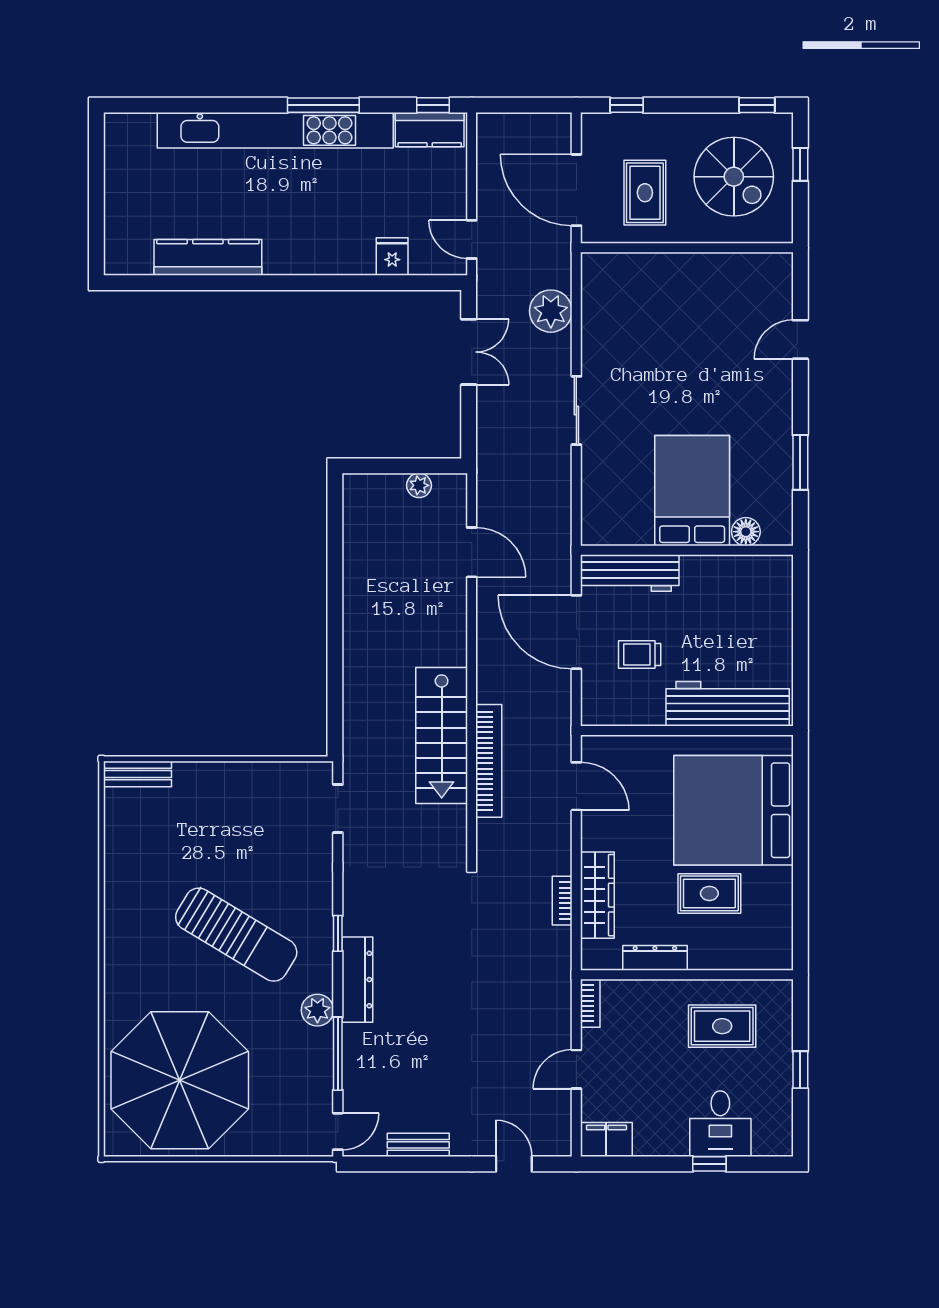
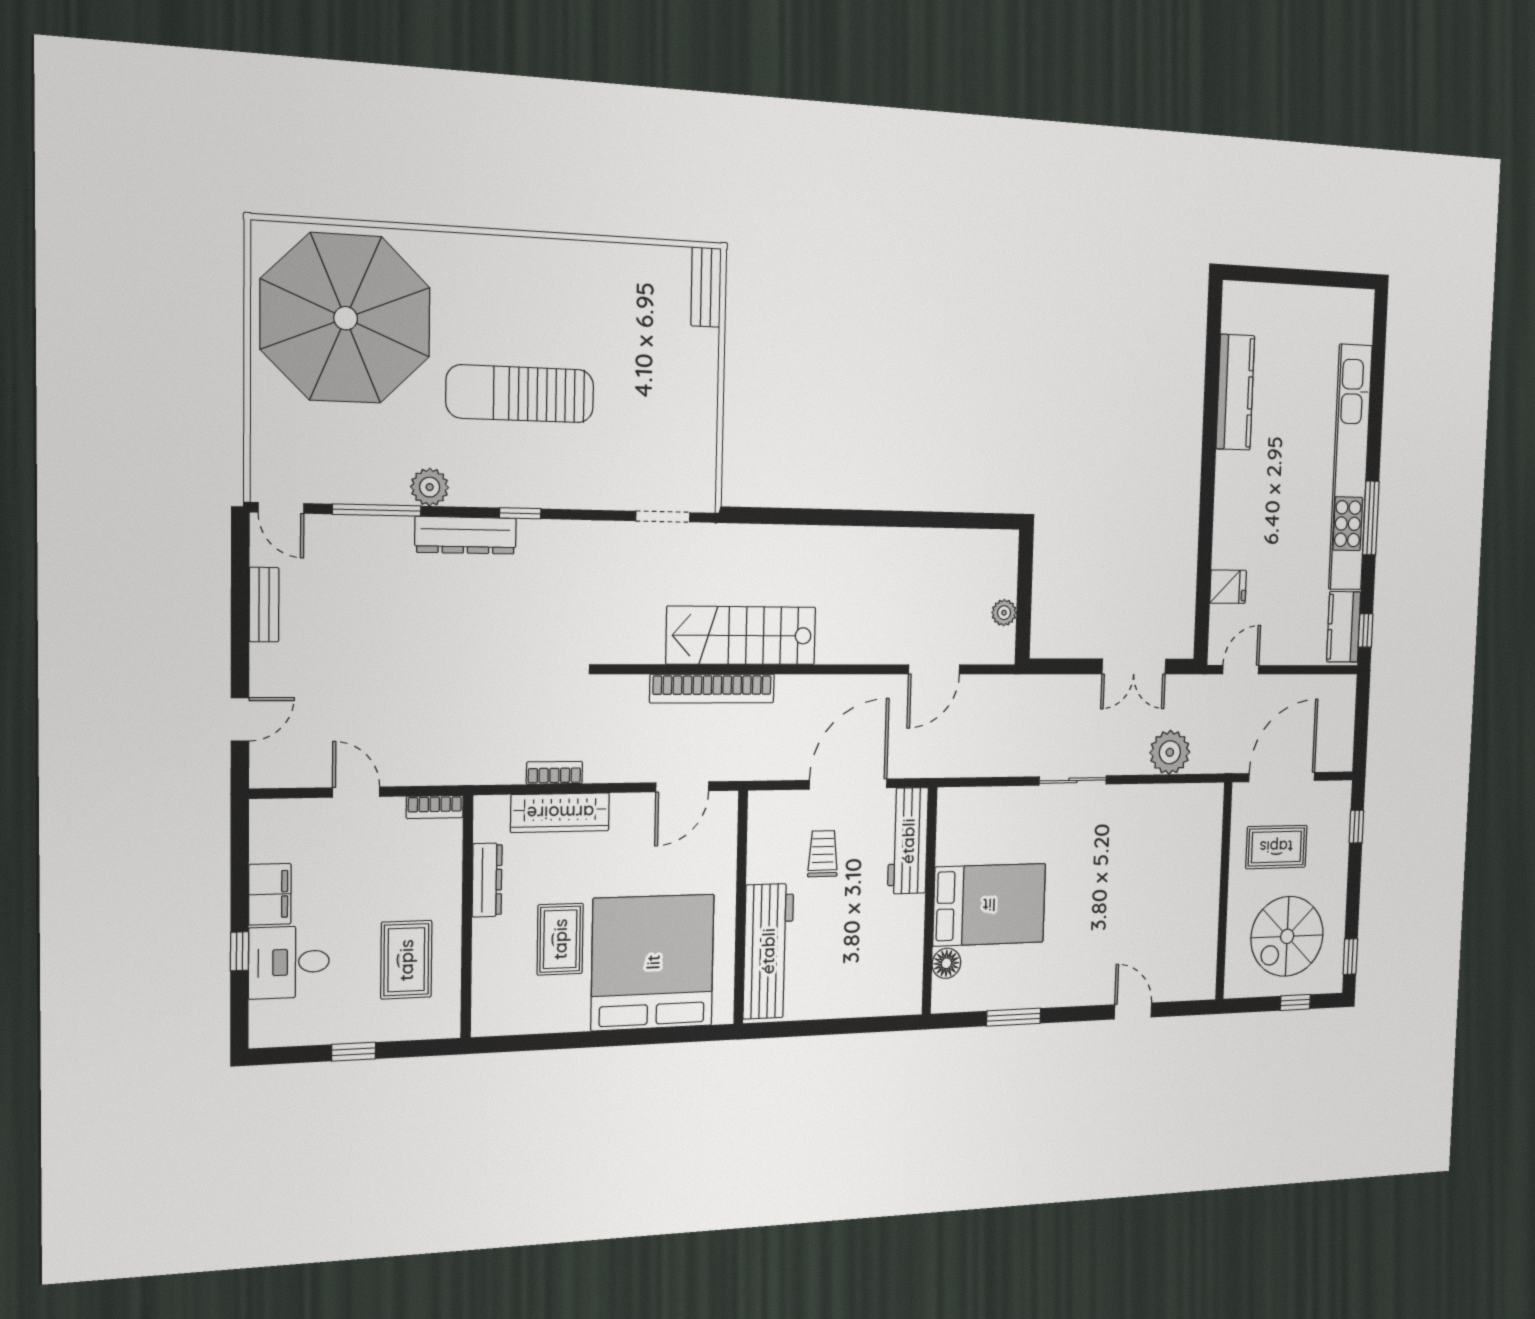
sun lounger: (236, 935) -> (520, 394), turned 59
filing cabinet: (606, 1139) -> (270, 894), moved

